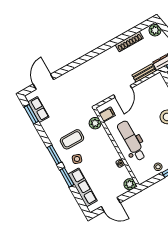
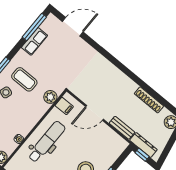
row of seats: (38, 110) -> (35, 41), moved
window: (31, 114) -> (34, 27), width x1.44

